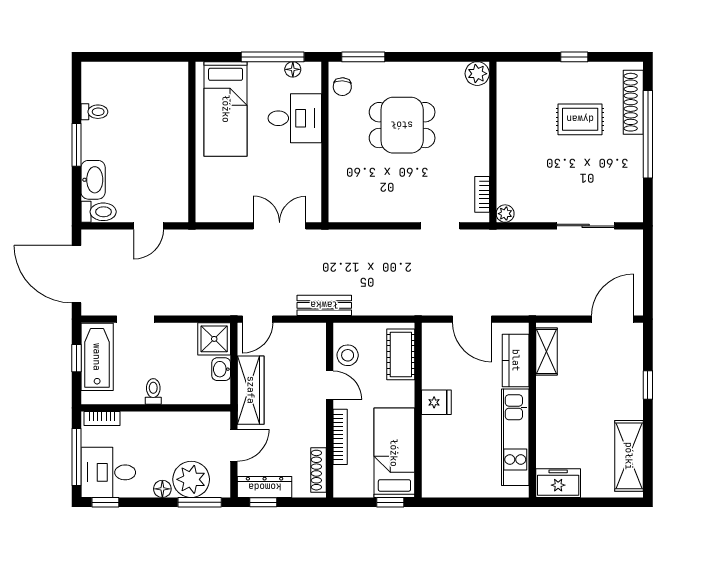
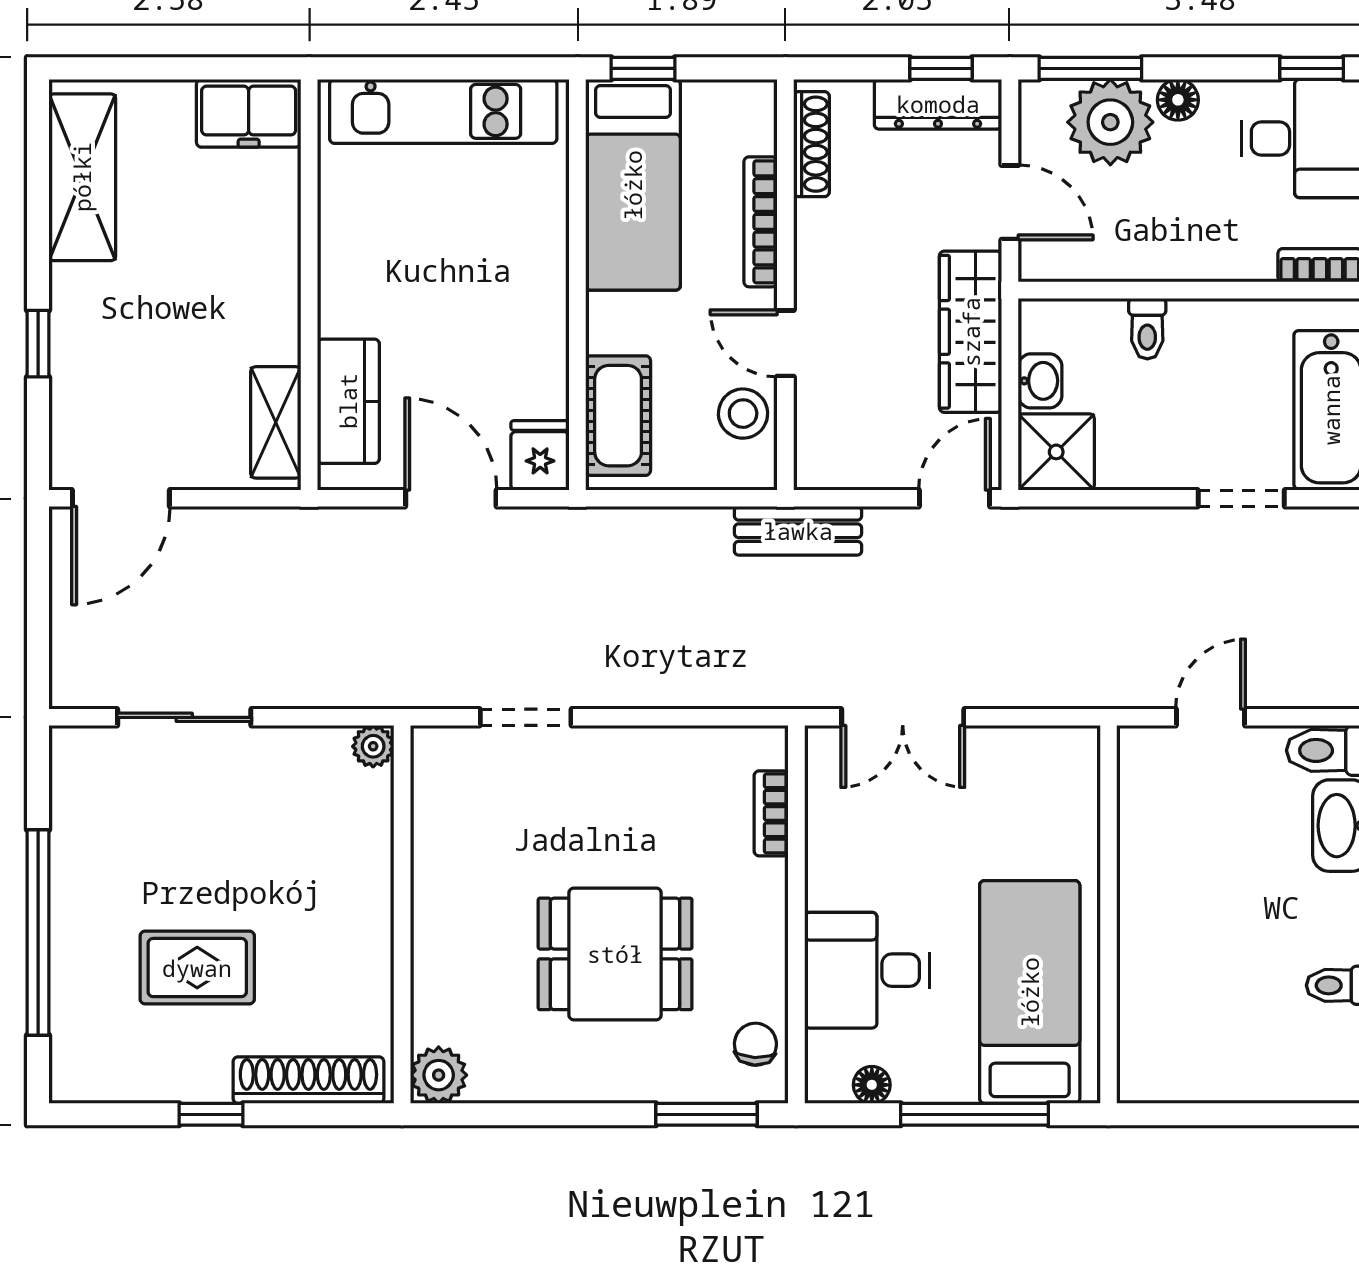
window: (273, 57) -> (975, 1114), moved
shoe rack: (633, 102) -> (308, 1080), moved, turned -90
bookcase: (482, 194) -> (771, 813), moved, turned 180
toilet: (153, 391) -> (1147, 329), moved
fridge: (436, 402) -> (540, 455), moved, turned 90
kitchen unit: (515, 437) -> (443, 111), moved, turned 90
door: (234, 445) -> (1010, 202), swing flipped

